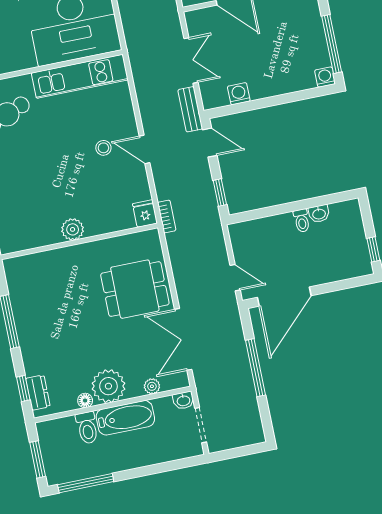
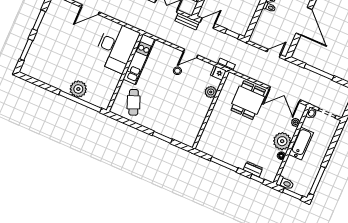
plant: (73, 229) -> (211, 92), moved
door: (284, 297) -> (304, 21), moved
dresser: (38, 393) -> (253, 169), moved
toilet: (87, 428) -> (285, 183), moved

